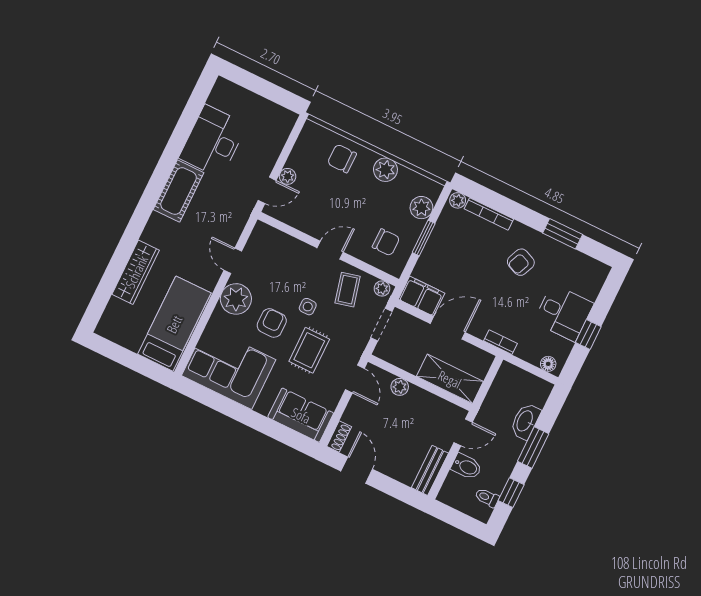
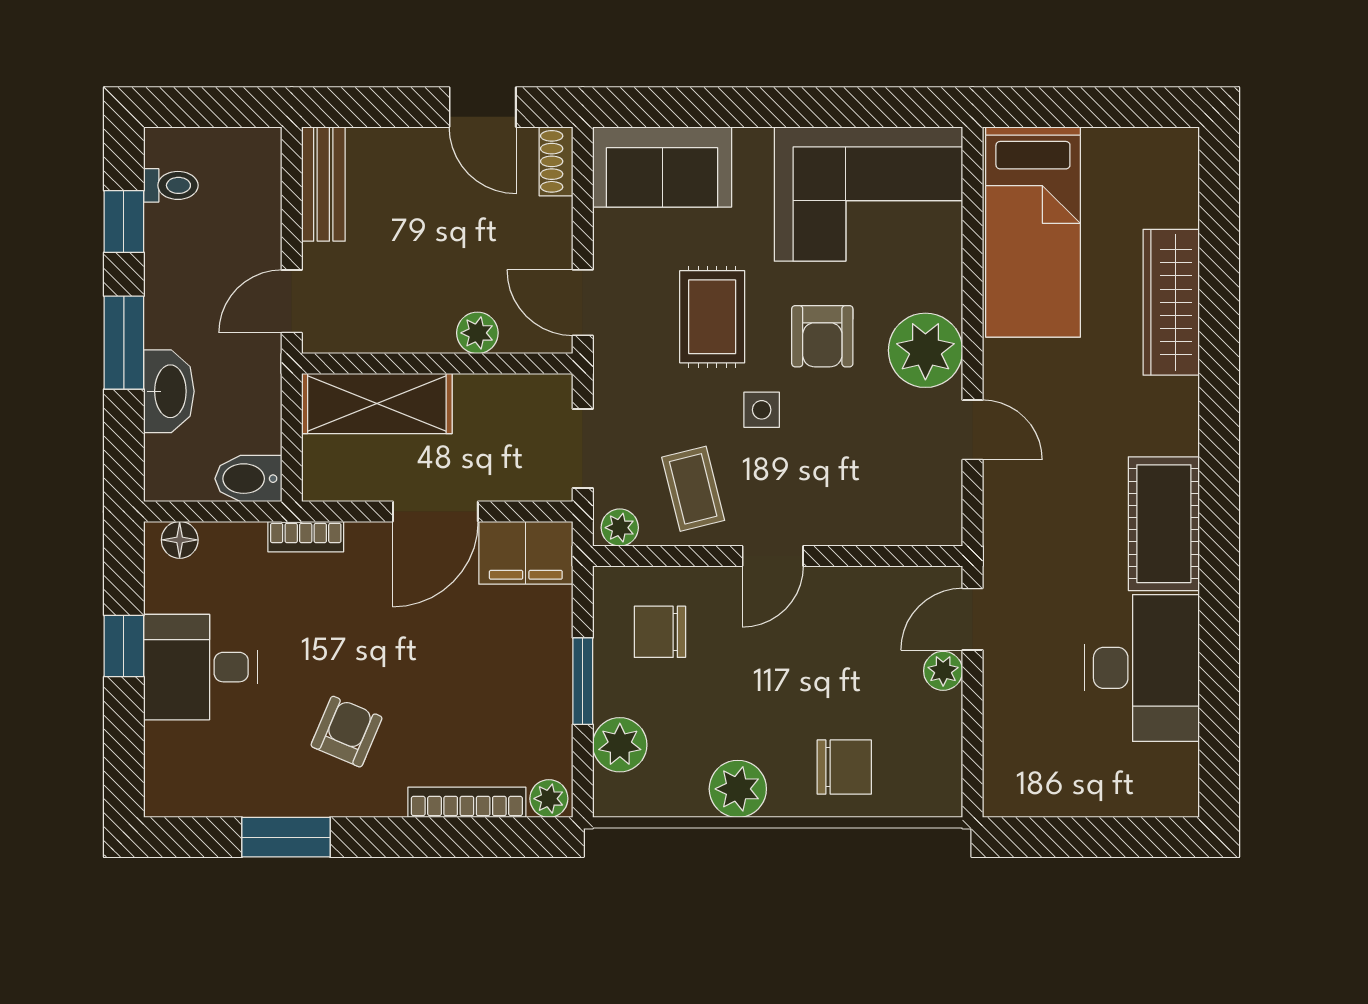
bidet: (466, 467) -> (248, 479), moved

